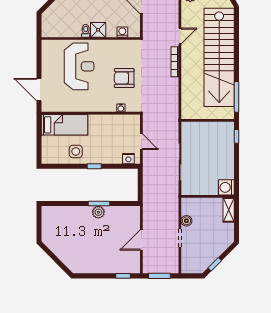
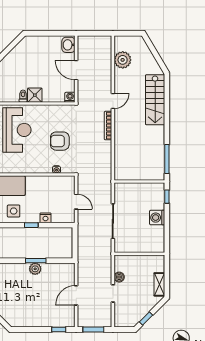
washing machine: (122, 32) -> (70, 97), moved
stairs: (219, 57) -> (155, 100), width x0.54, depth x0.66
nightstand: (128, 159) -> (45, 218), moved
washing machine: (226, 187) -> (157, 218), moved
shelving: (229, 210) -> (159, 284), moved

